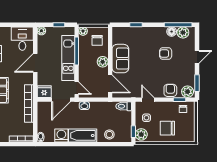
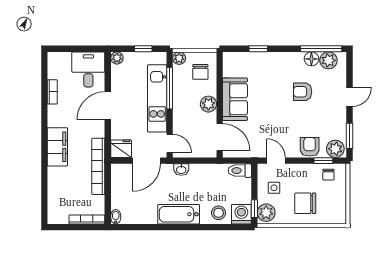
washing machine: (61, 135) -> (241, 214), moved

